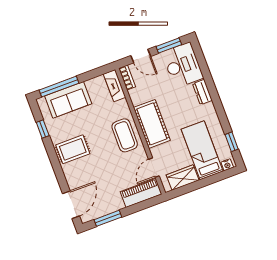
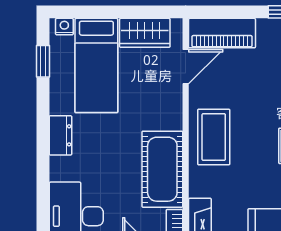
dresser: (202, 92) -> (60, 135), moved
cot: (152, 124) -> (162, 169), moved

